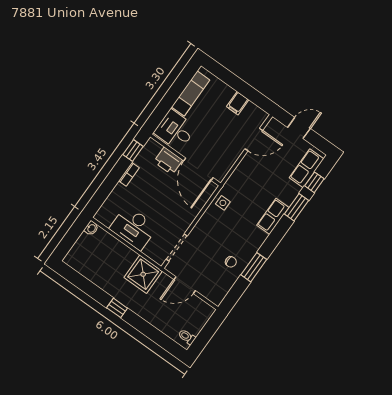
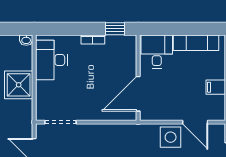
printer: (168, 161) -> (127, 64), removed
side table: (223, 203) -> (171, 137), moved, width x1.87, depth x1.87
desk: (133, 228) -> (51, 60), moved
shower: (143, 274) -> (19, 85), moved

